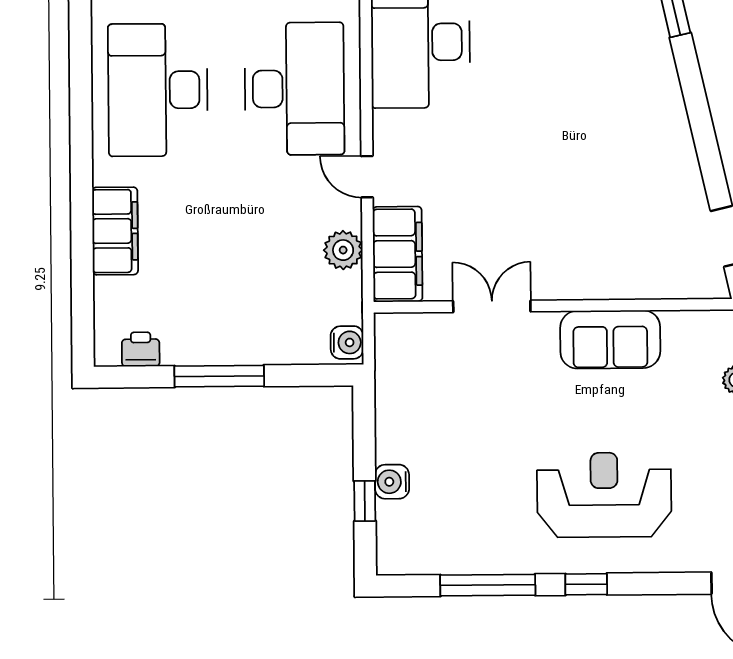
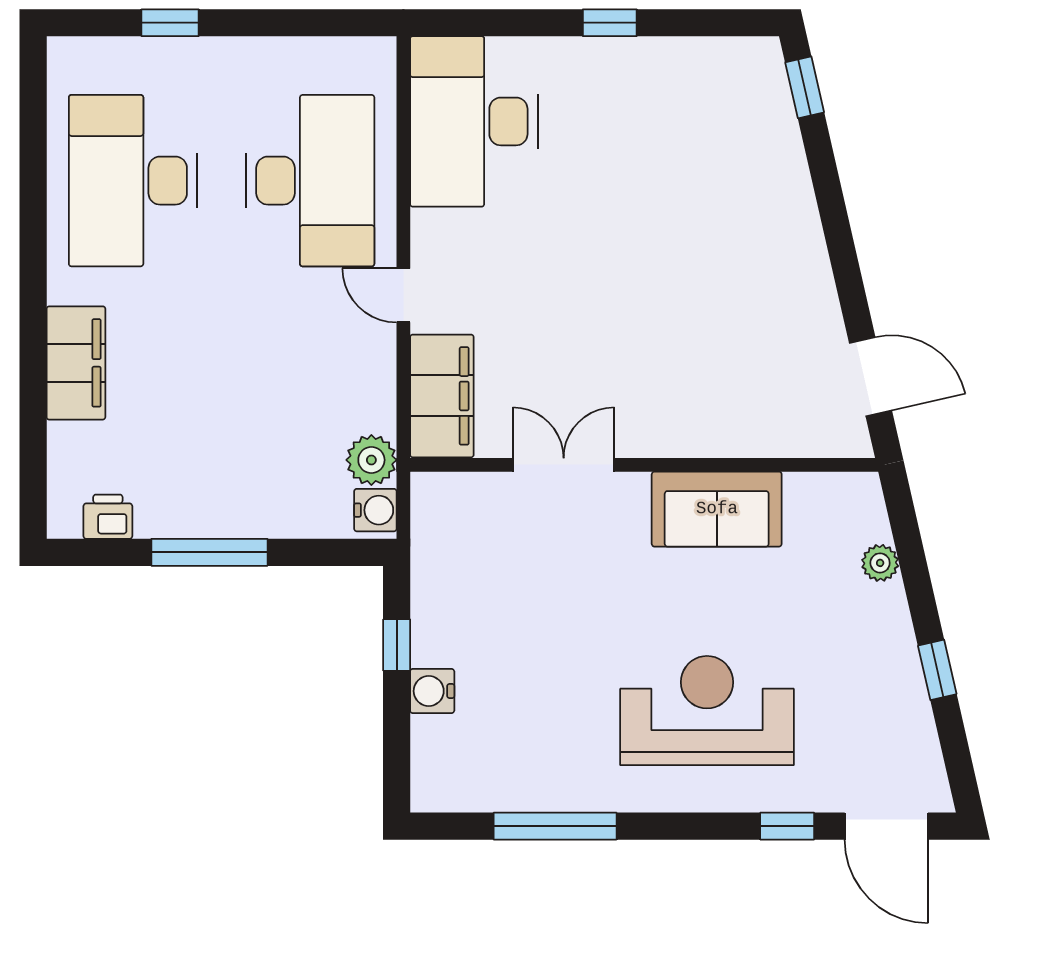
plant: (343, 250) -> (371, 460), moved
window: (365, 501) -> (397, 645), moved
window: (586, 584) -> (787, 826), moved

